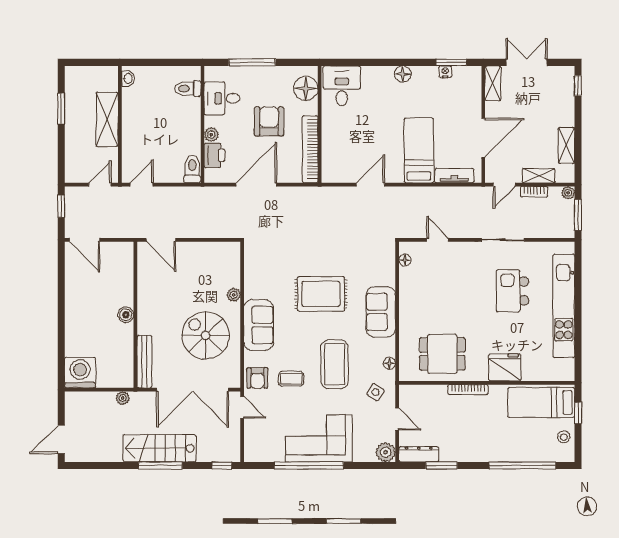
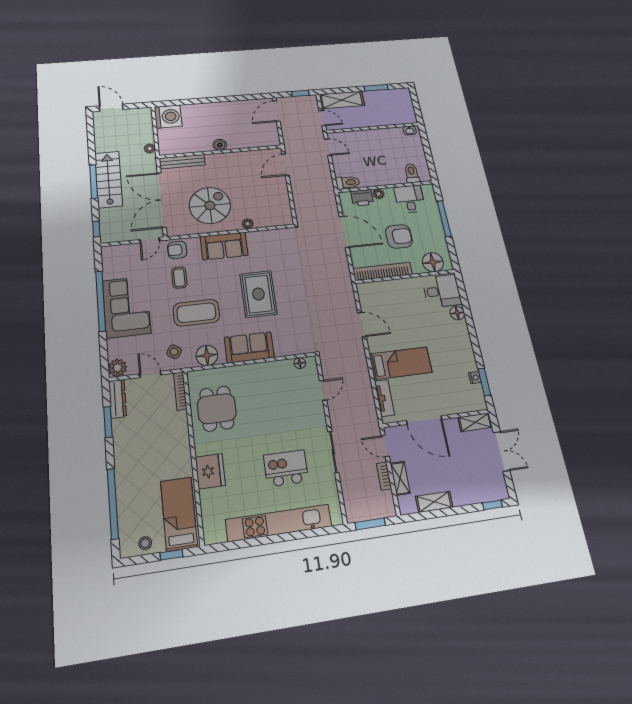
floor lamp: (403, 74) -> (457, 313), moved
shelving: (107, 119) -> (342, 100), moved
plant: (568, 193) -> (390, 510), removed
floor lamp: (389, 363) -> (207, 355), width x1.89, depth x1.89
bookcase: (468, 390) -> (180, 391), moved
door: (397, 419) -> (150, 374), swing flipped

